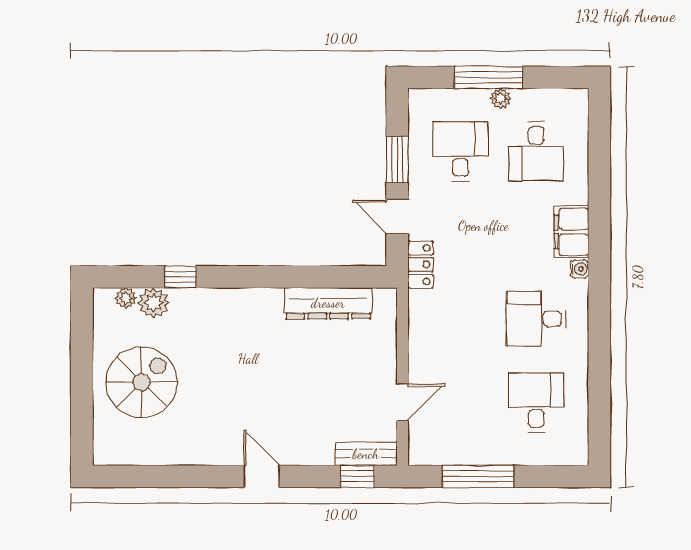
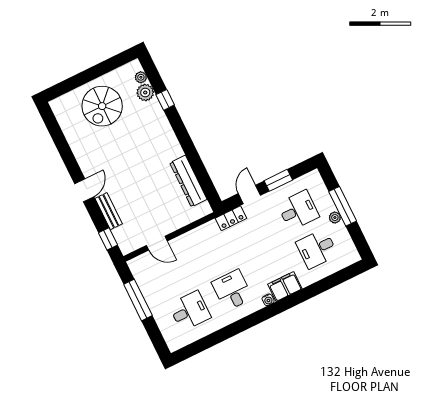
spiral stairs: (142, 382) -> (102, 106), turned 90
bench: (366, 454) -> (109, 211), moved

